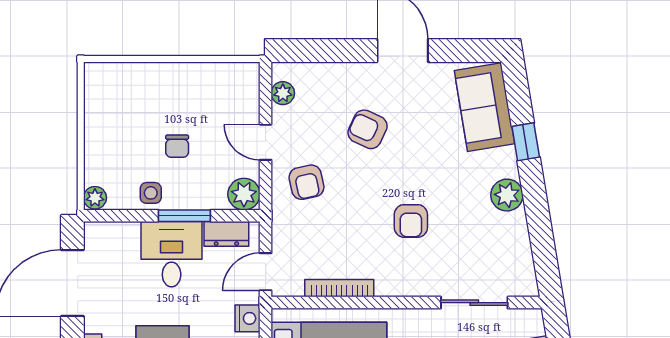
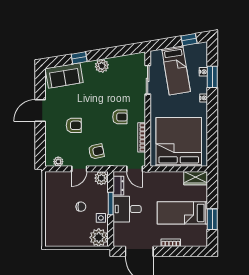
armchair: (368, 129) -> (74, 125), turned -115
plant: (95, 198) -> (99, 237), width x1.88, depth x1.88
armchair: (411, 221) -> (120, 117), moved
nightstand: (248, 318) -> (154, 177), removed

